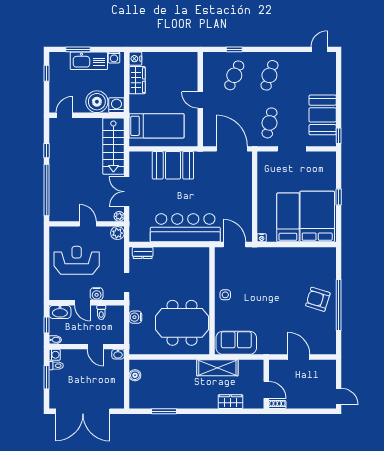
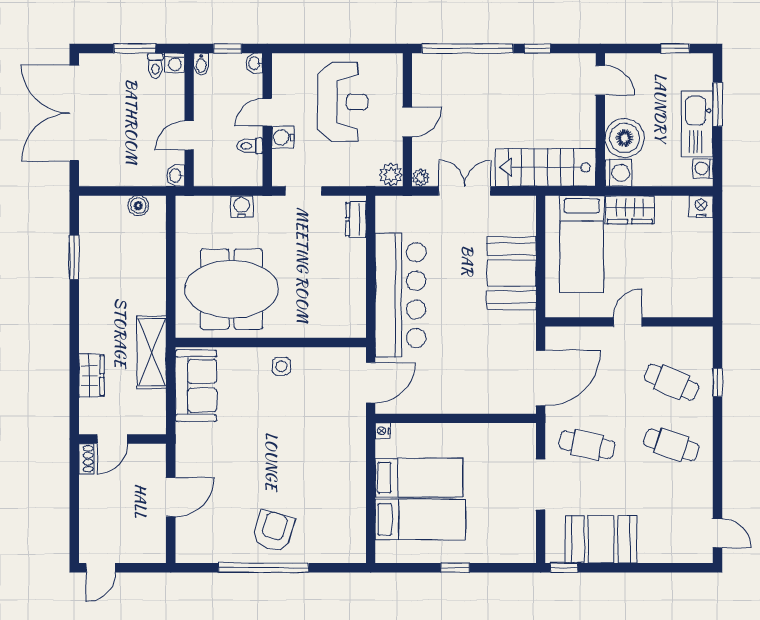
wardrobe: (137, 80) -> (630, 210), moved
bed: (317, 217) -> (420, 519), width x0.67
washbasin: (60, 312) -> (255, 63), width x0.52, depth x0.69
meeting table: (182, 323) -> (232, 289), turned 90

